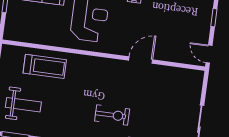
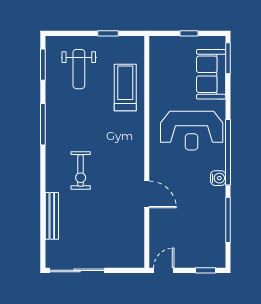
treadmill: (45, 66) -> (125, 87), turned 180

